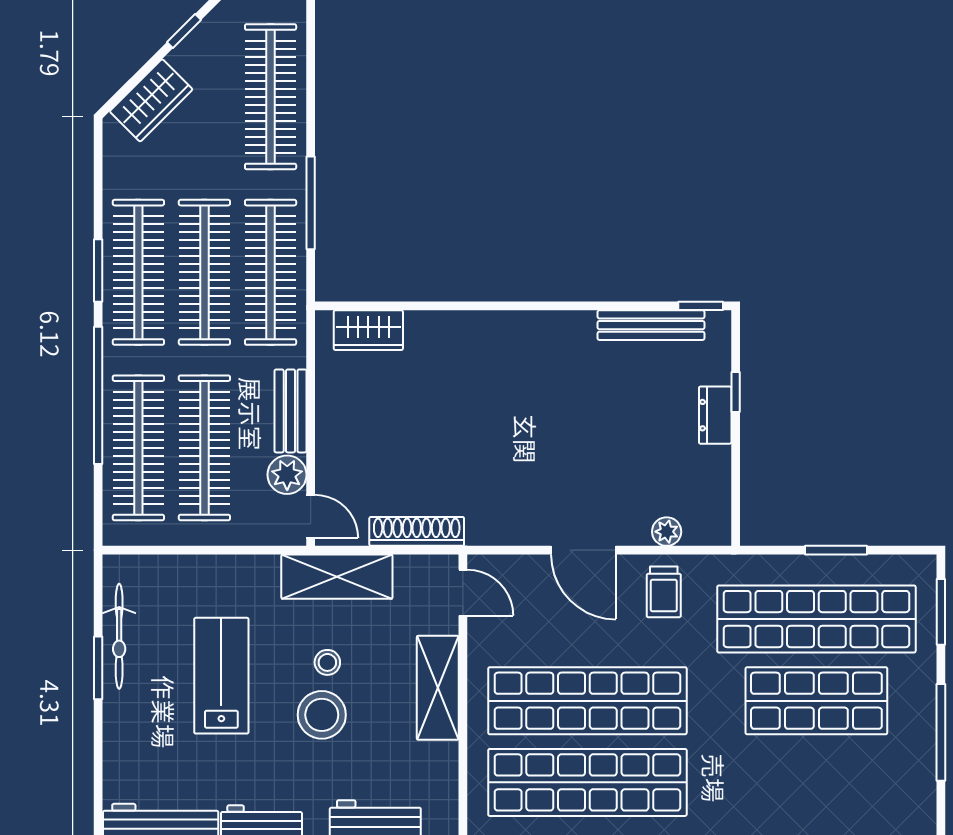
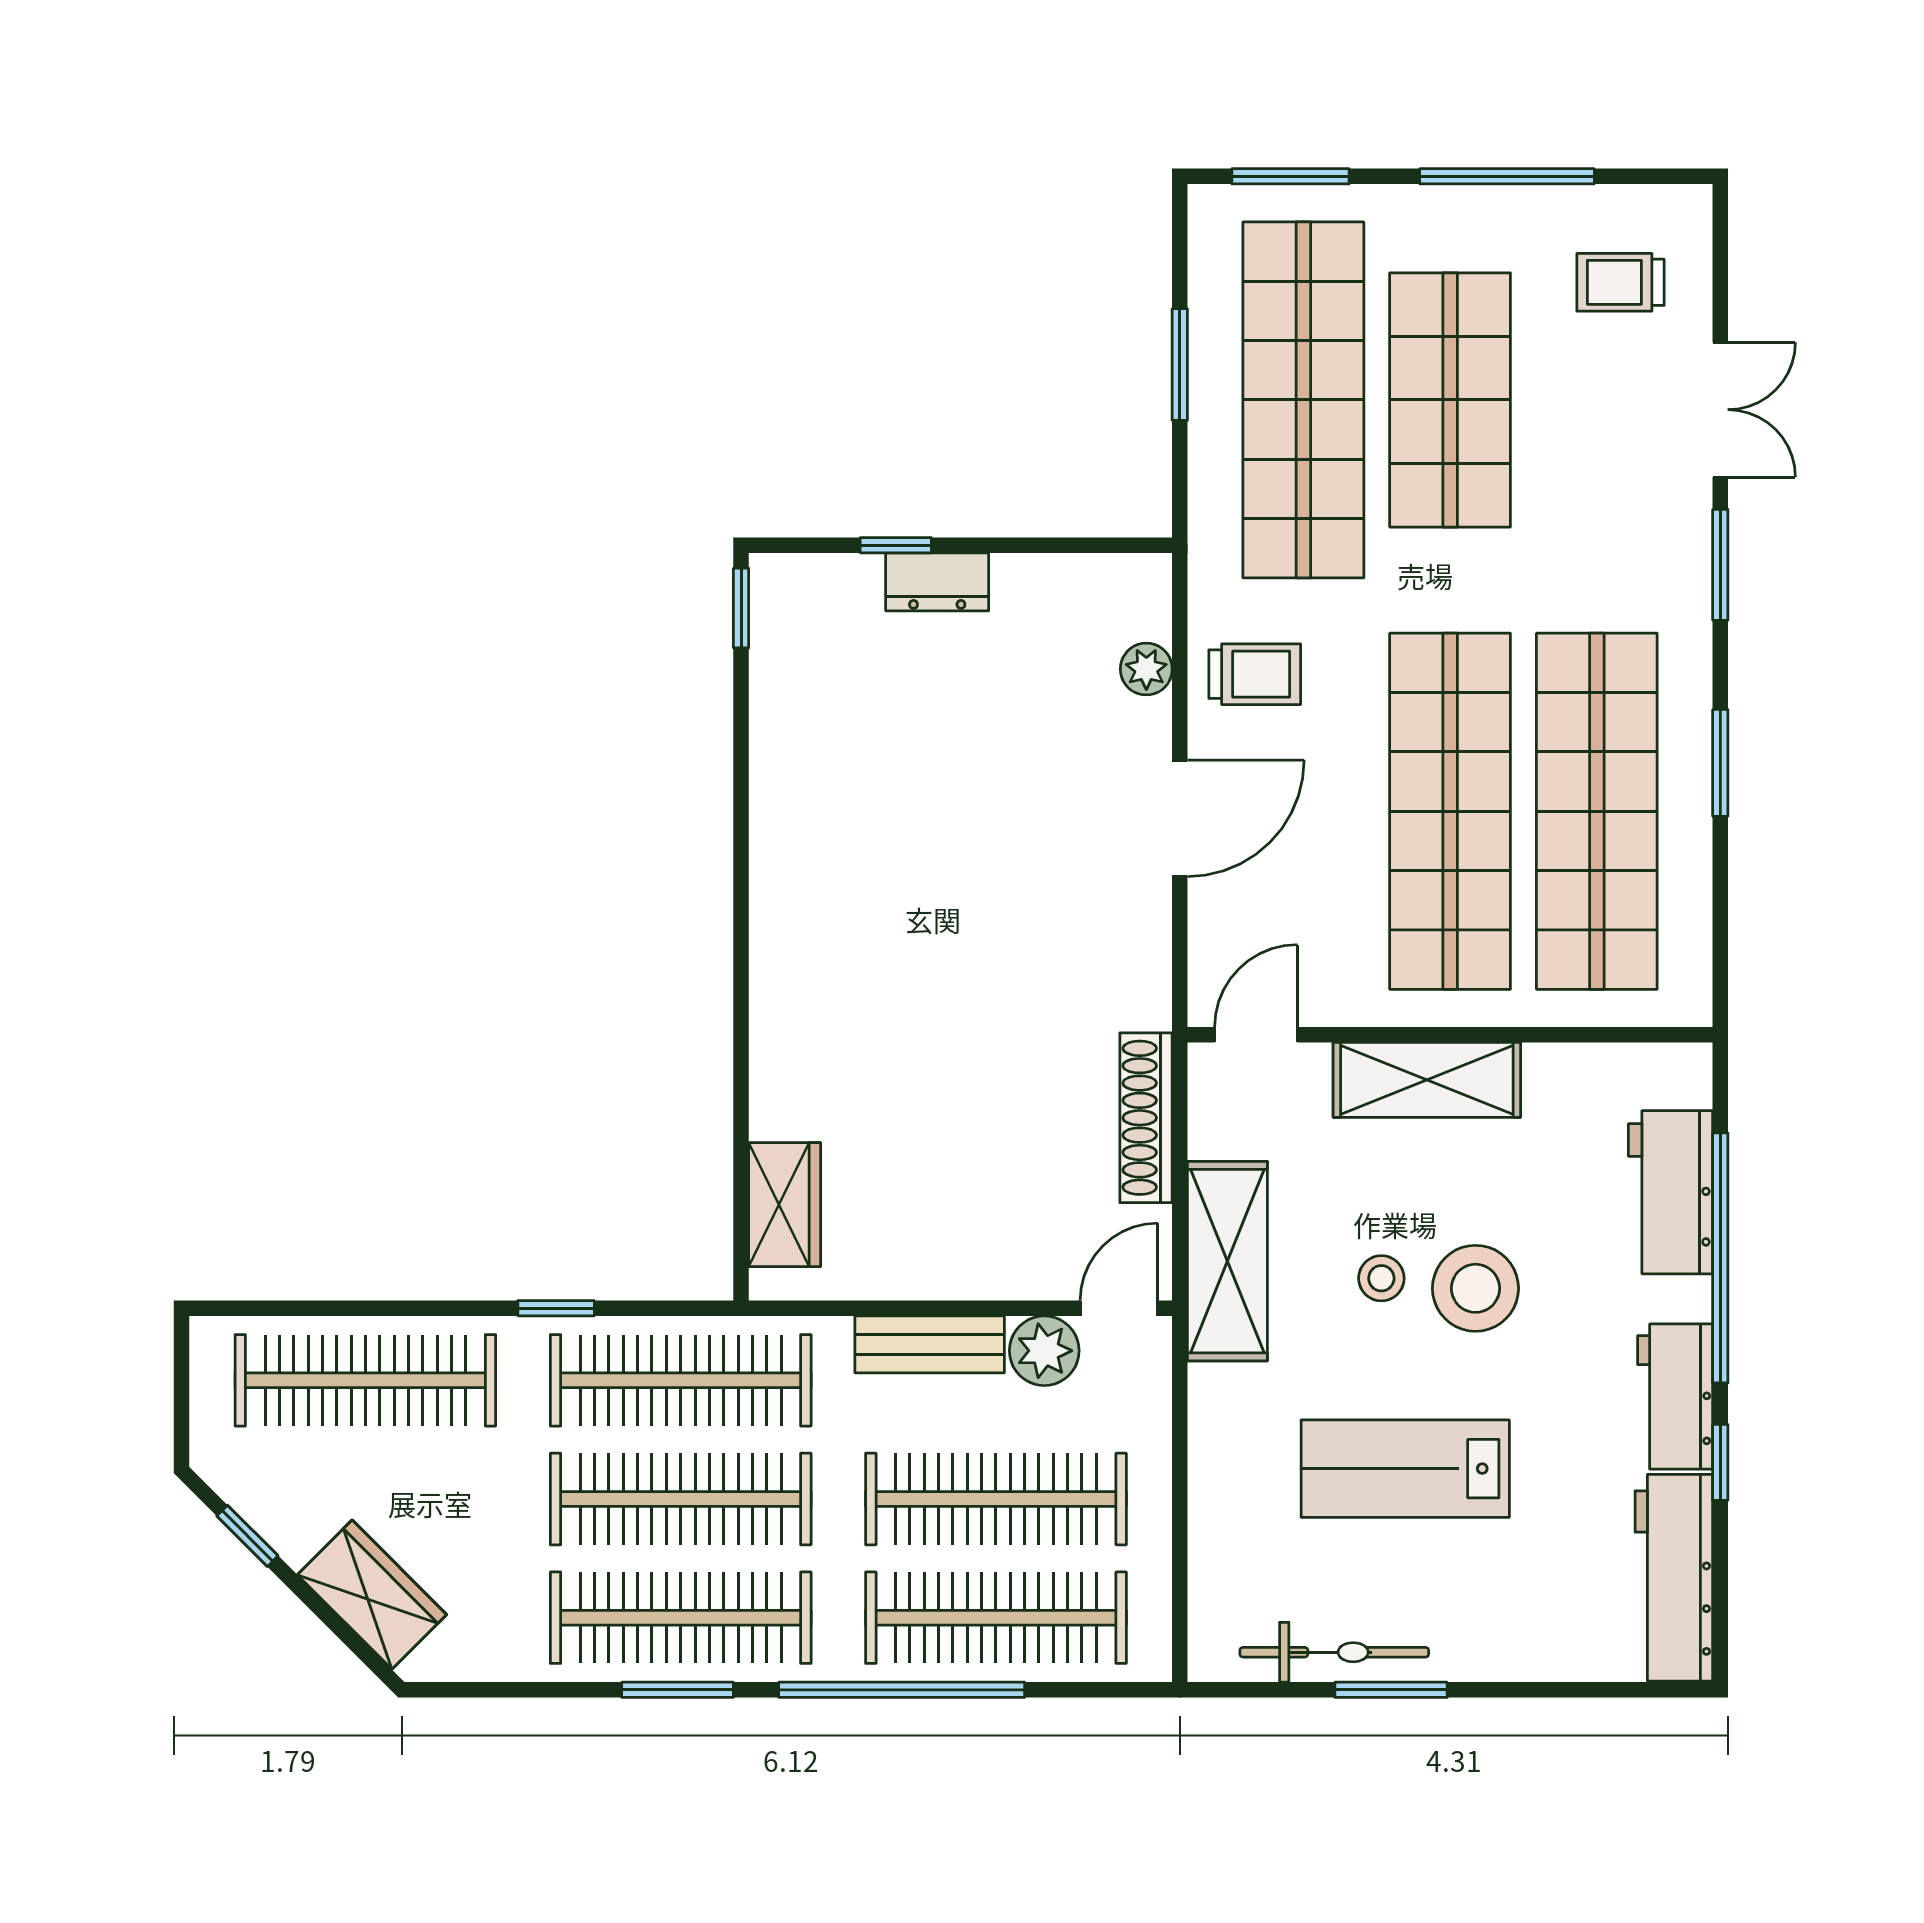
window: (311, 203) -> (556, 1308), width x0.46
bench: (651, 325) -> (776, 697), removed
trolley: (882, 796) -> (1620, 282), added

